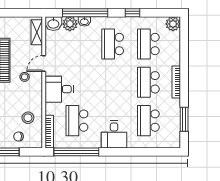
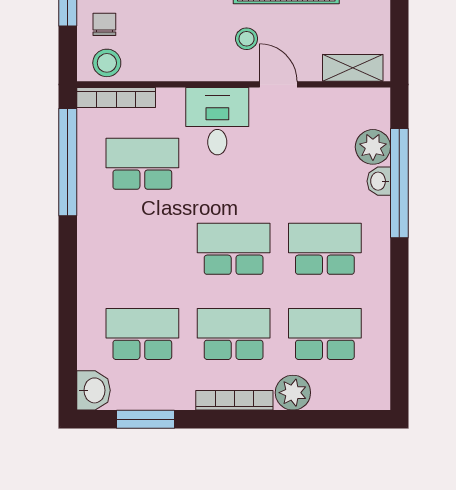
window: (132, 13) -> (399, 296), removed
washbasin: (53, 24) -> (93, 390), moved, turned 180
plant: (173, 24) -> (293, 393), moved
school desk: (113, 82) -> (234, 249), added
stool: (28, 118) -> (107, 63), moved
desk: (114, 134) -> (109, 252), removed

